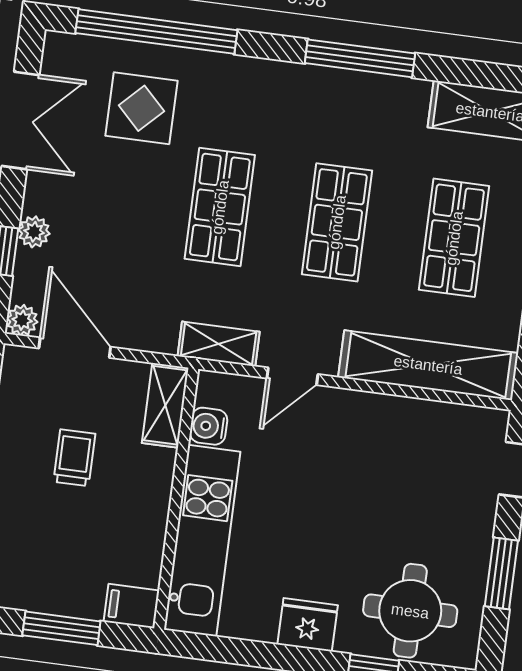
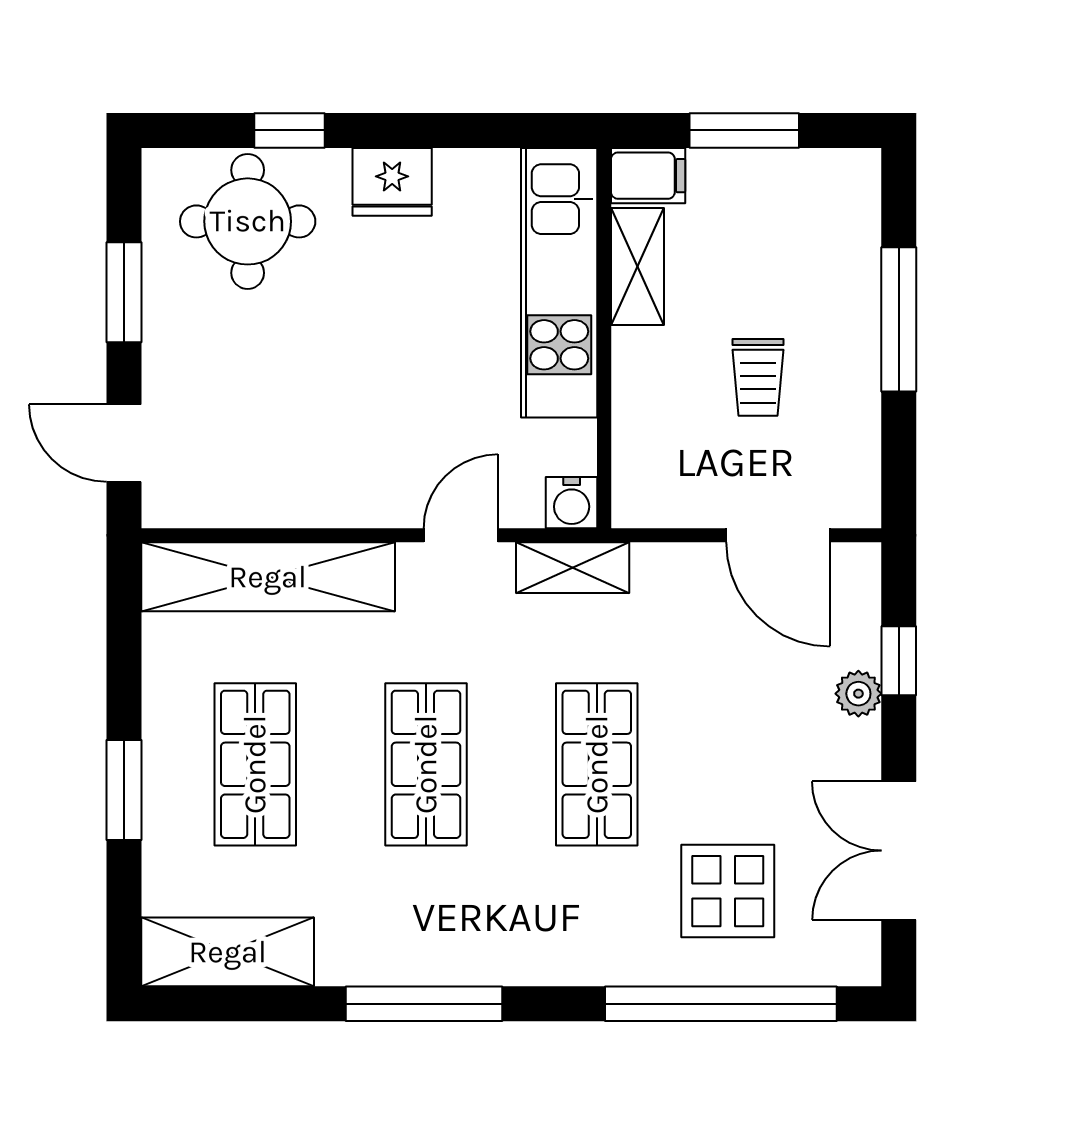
plant: (22, 320) -> (859, 565), removed
shelving: (165, 405) -> (638, 267), moved
water cooler: (209, 426) -> (572, 503), moved, turned 90

